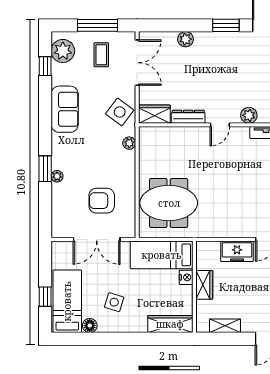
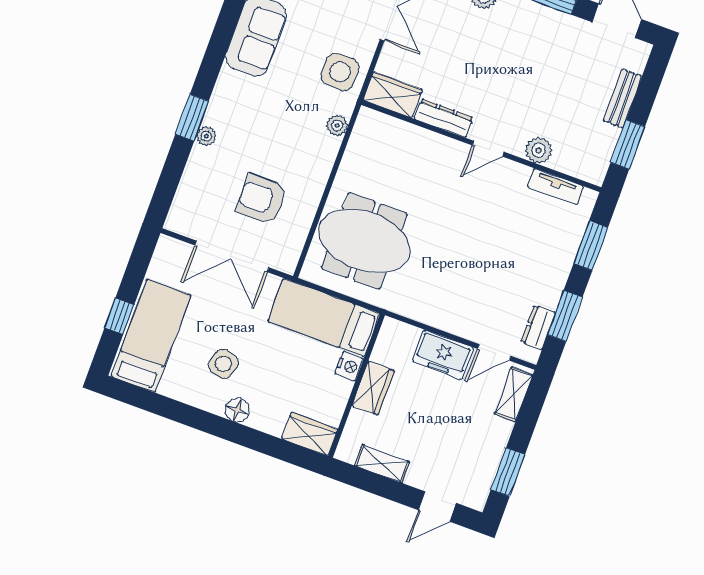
side table: (120, 112) -> (340, 72), turned -37
wardrobe: (170, 324) -> (310, 434), width x0.67
floor lamp: (90, 326) -> (237, 410), moved

